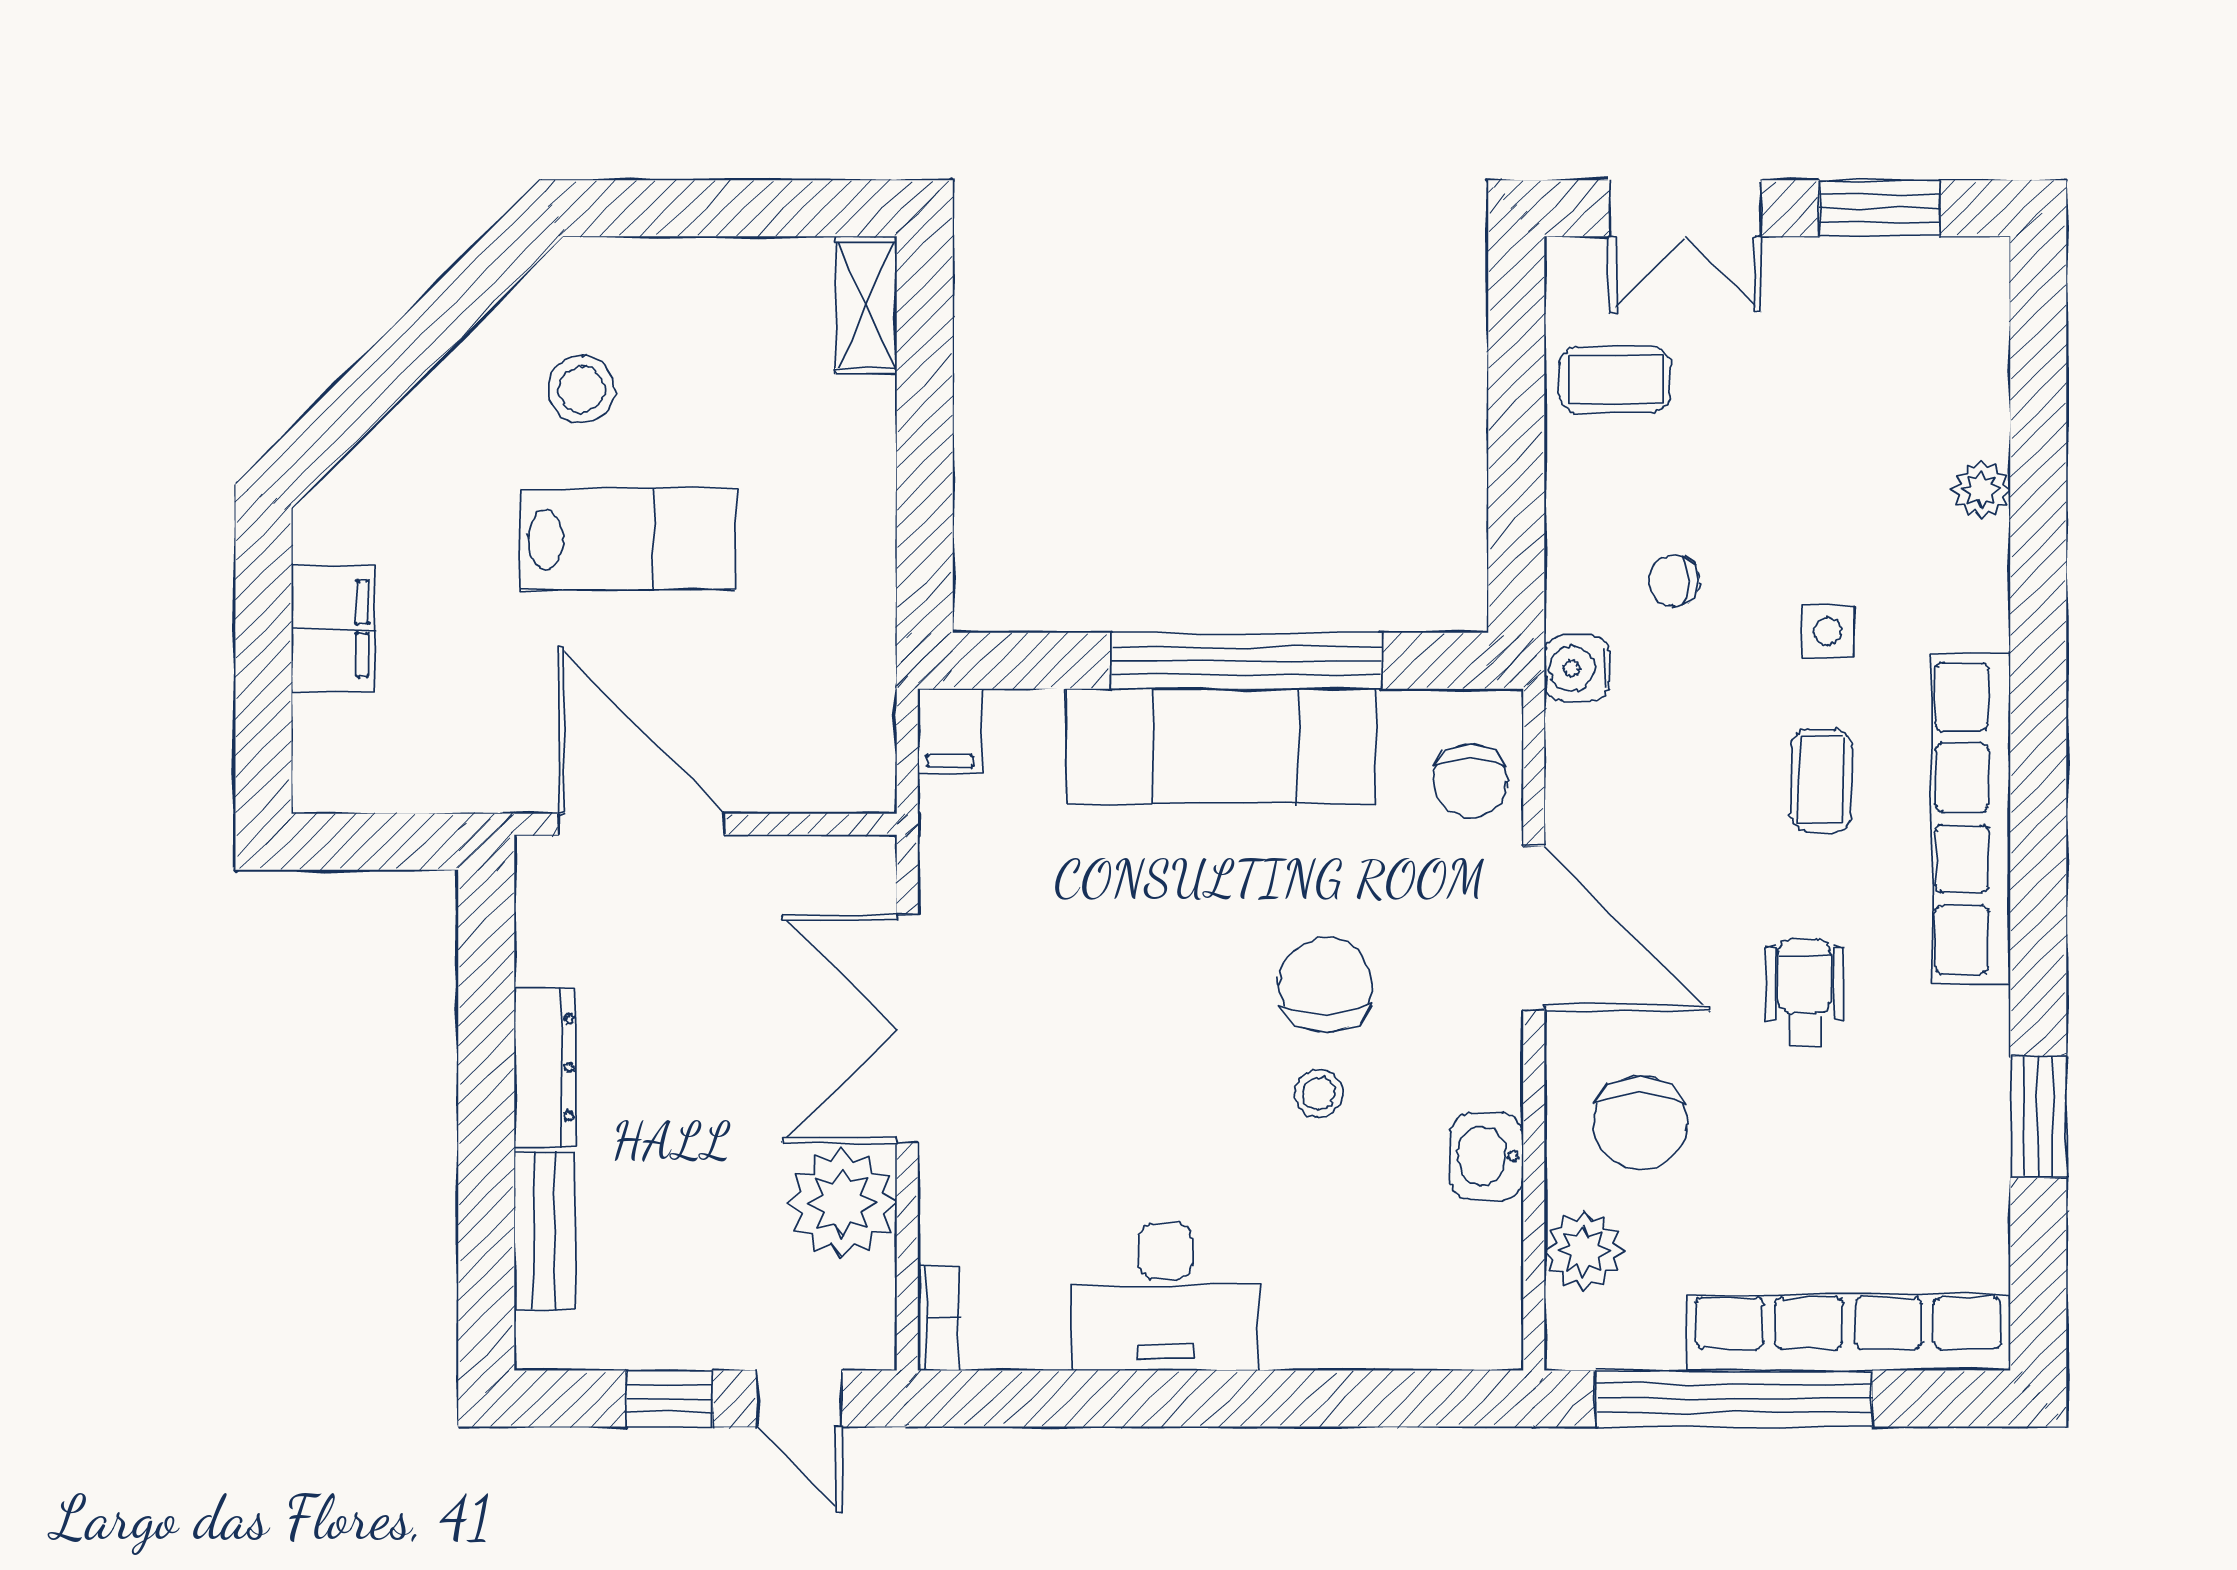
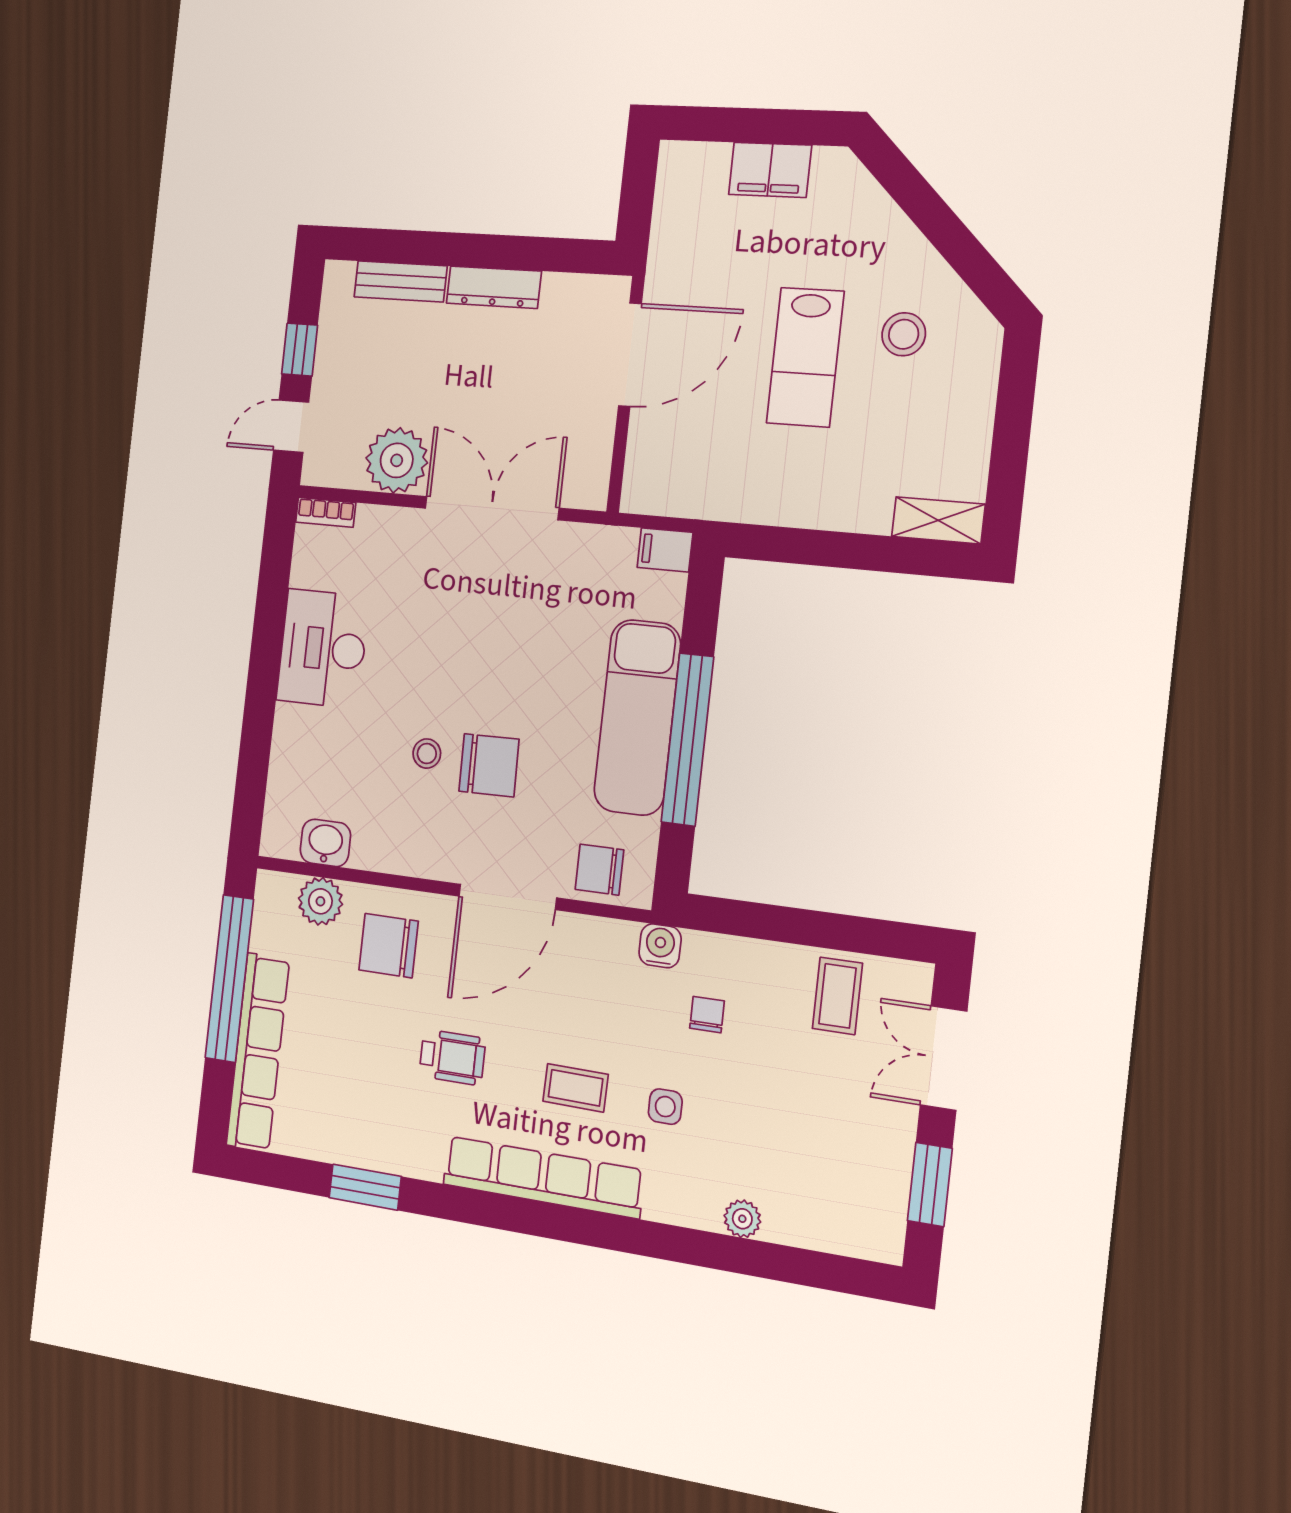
washbasin: (1487, 1156) -> (325, 843), moved

